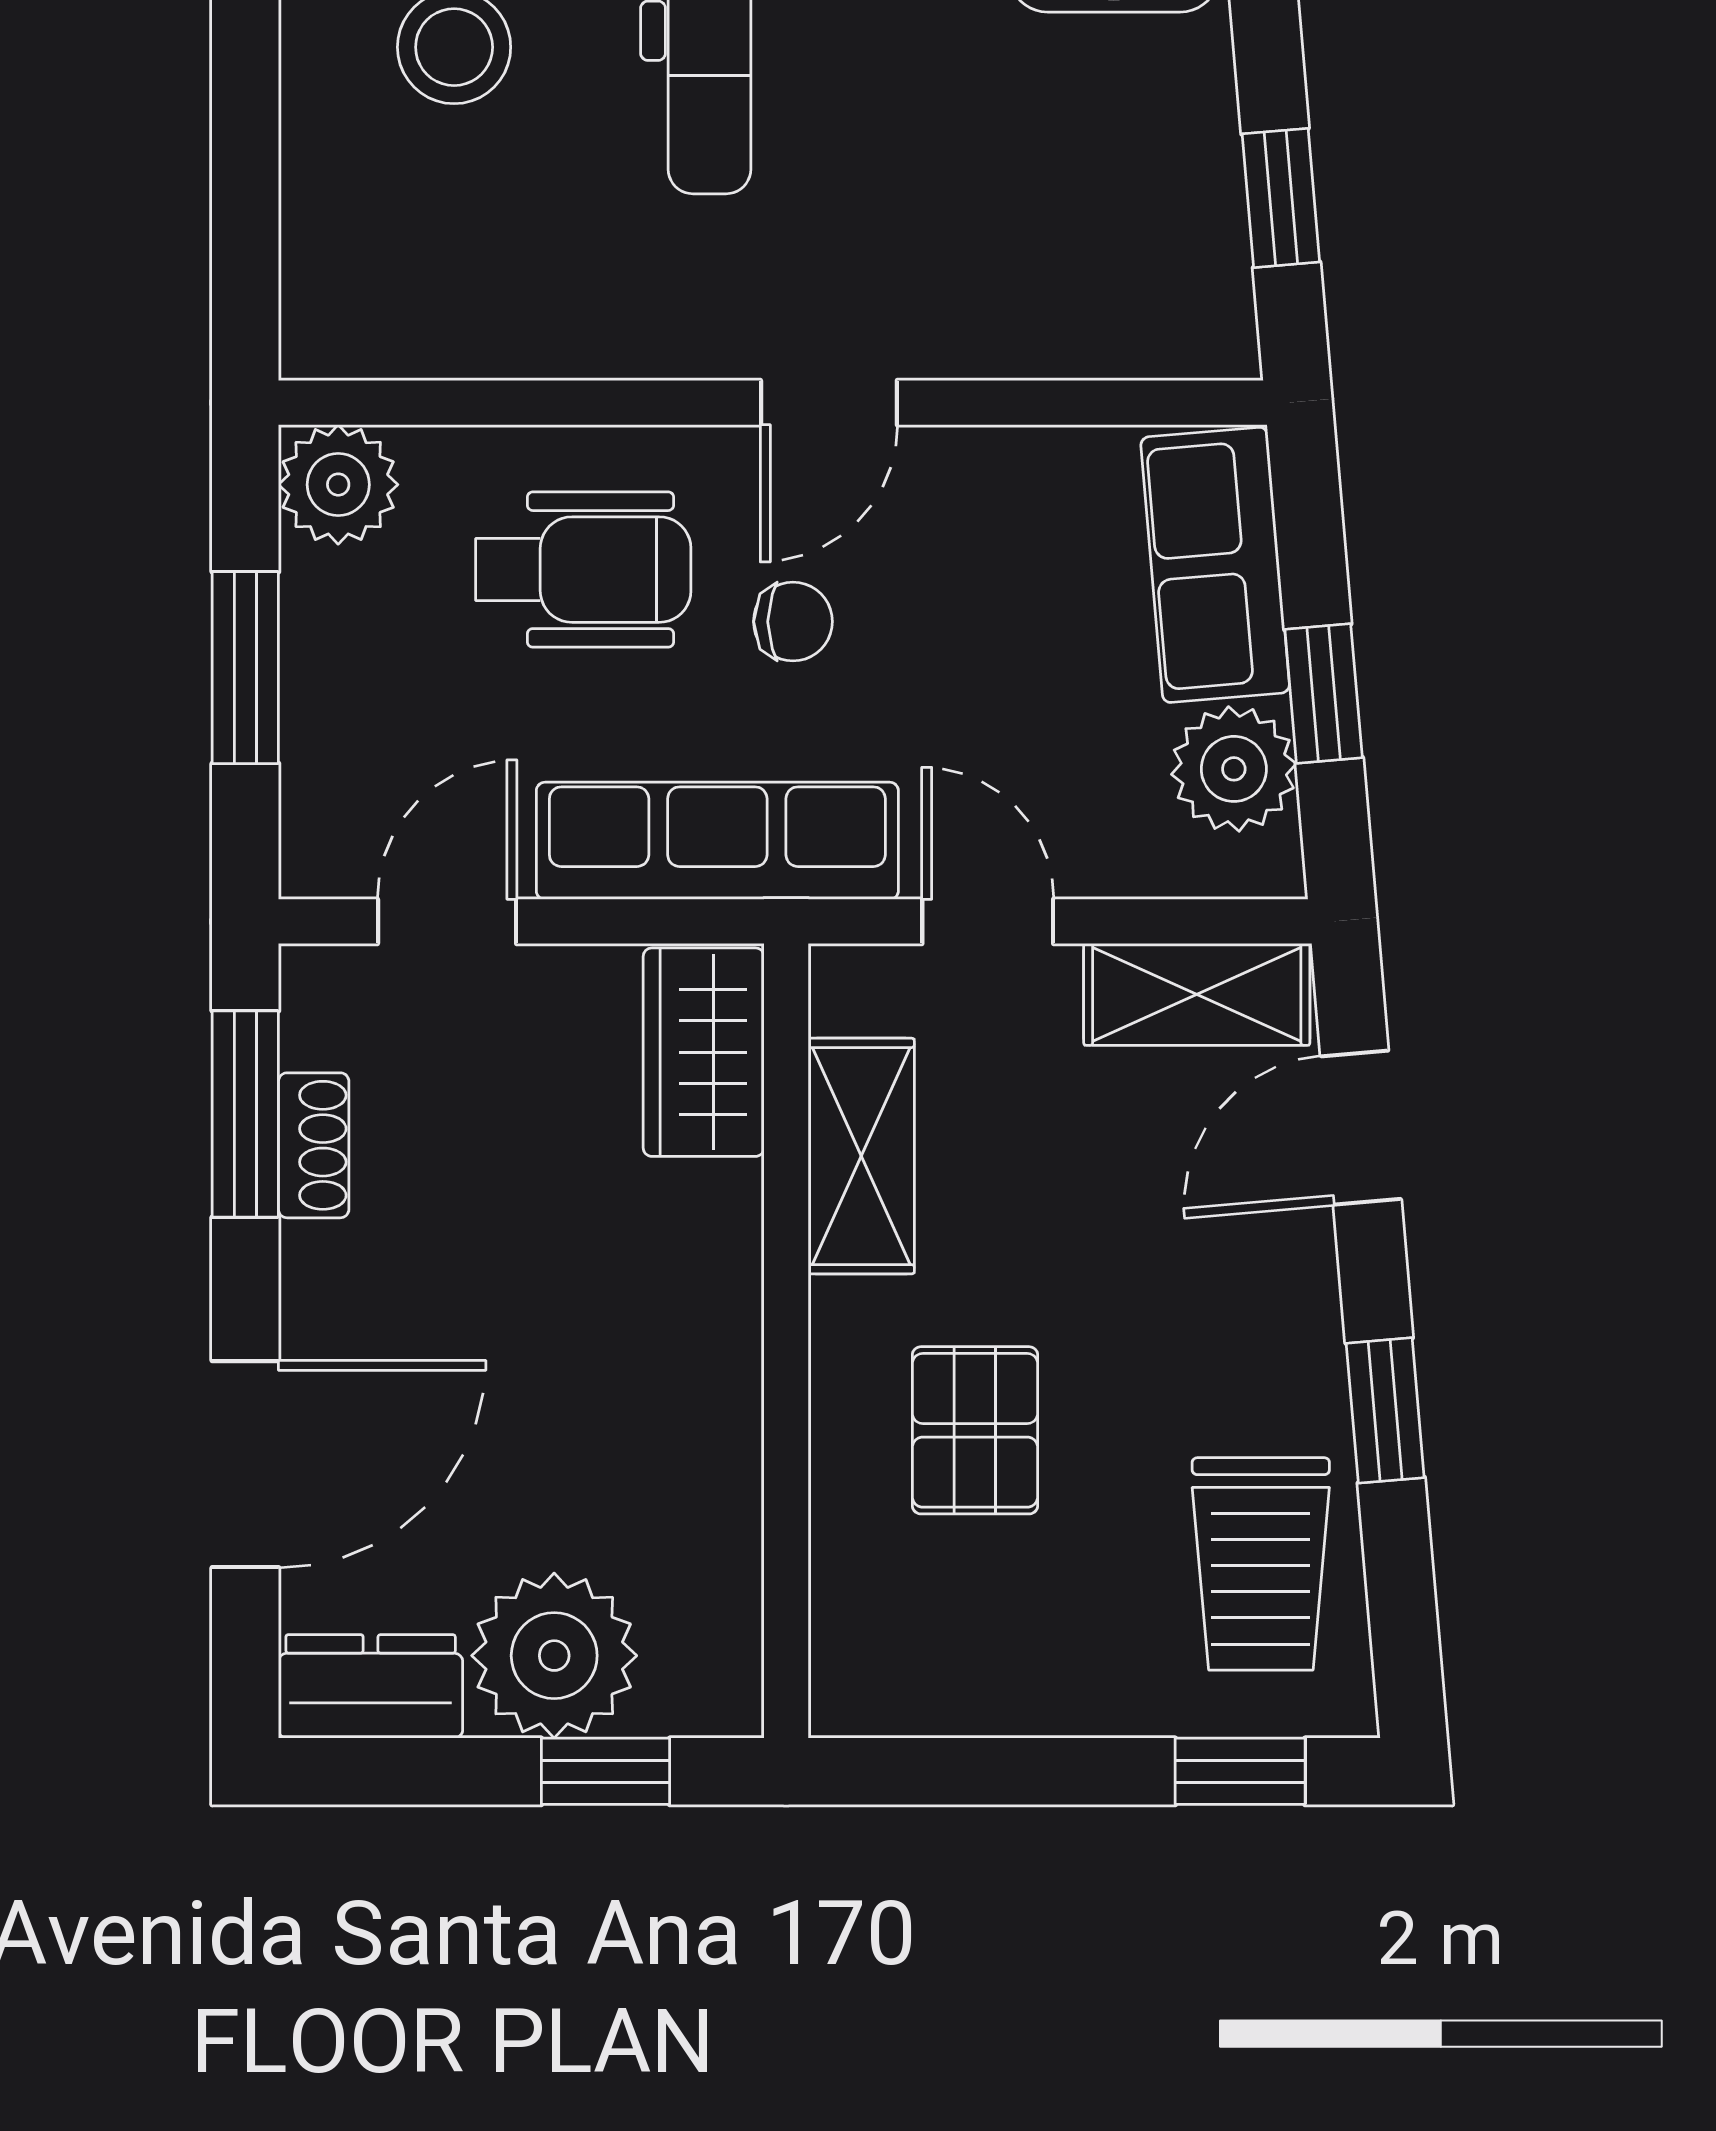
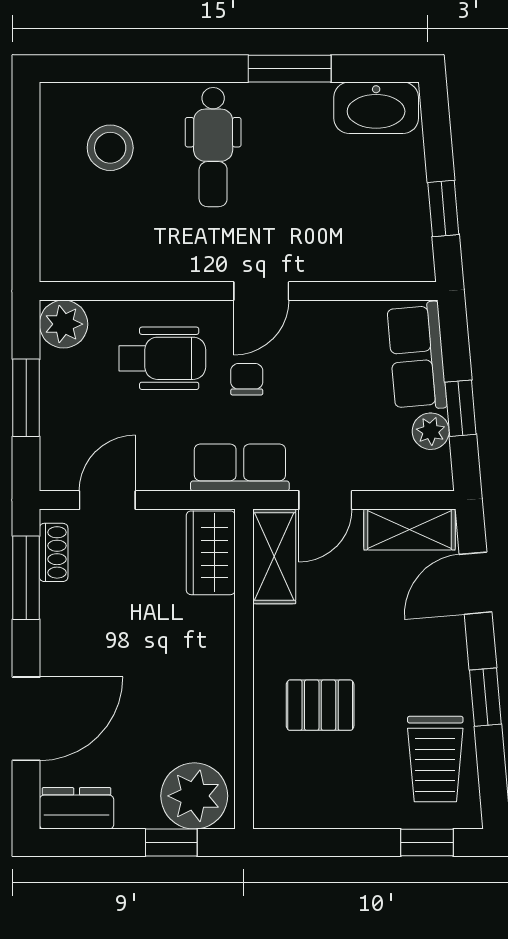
chair: (793, 622) -> (247, 379), turned -90
plant: (1234, 769) -> (431, 431), width x0.73, depth x0.73
row of seats: (717, 841) -> (240, 468), width x0.68
door: (988, 921) -> (325, 500), swing flipped
shoe rack: (314, 1145) -> (54, 552), moved
shelving: (861, 1156) -> (274, 556), moved
pallet: (975, 1430) -> (320, 705), turned 90
plant: (554, 1656) -> (194, 796), moved

